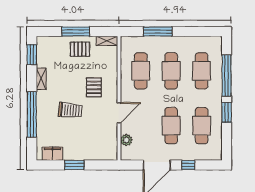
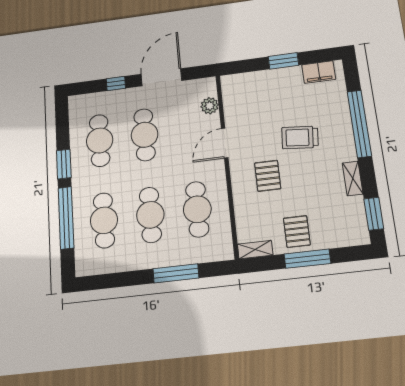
pallet: (80, 49) -> (297, 231), turned 90

